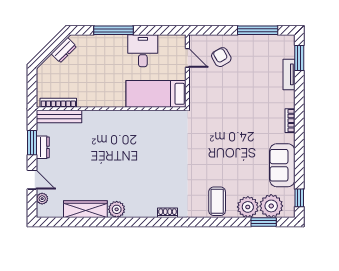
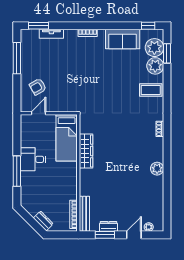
dresser: (64, 50) -> (43, 221), moved
desk: (143, 51) -> (33, 159), moved
wardrobe: (85, 209) -> (86, 151), moved, turned 180

